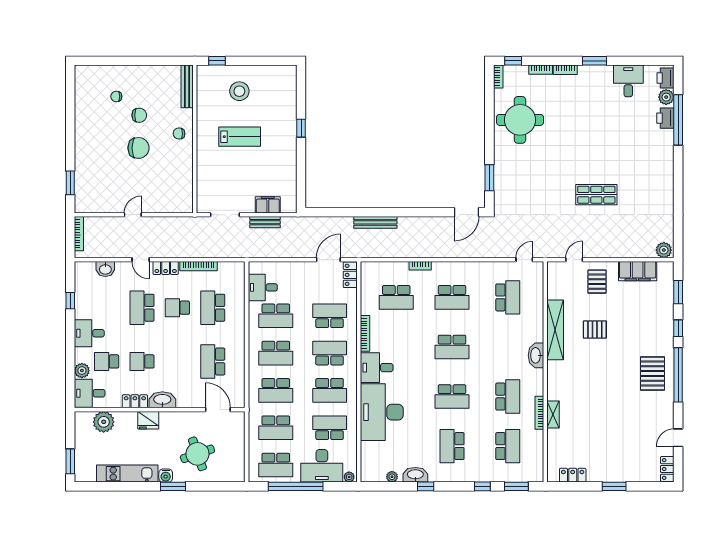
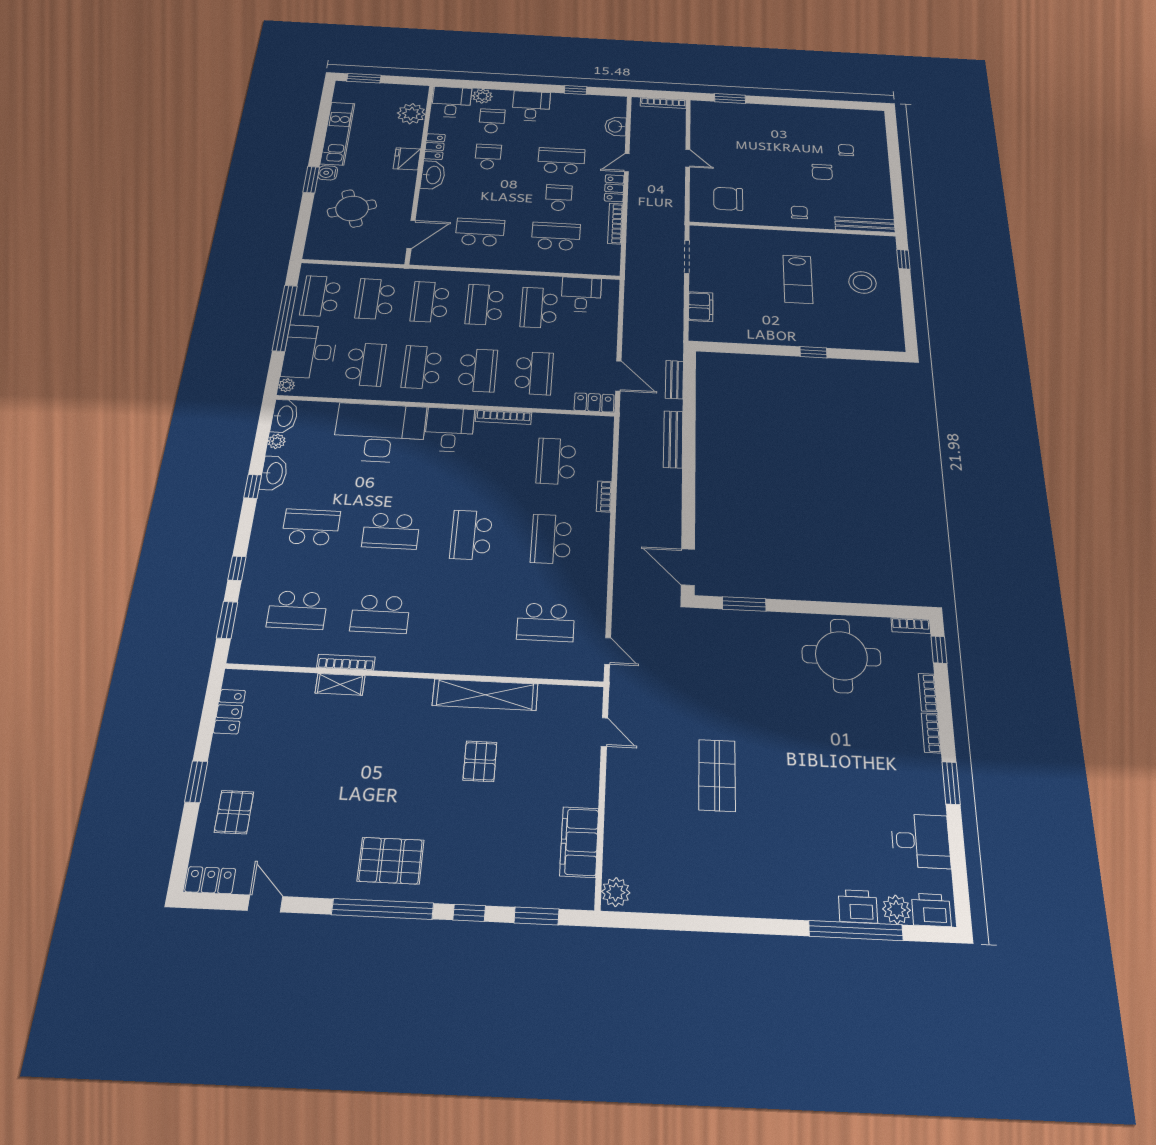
chair: (139, 148) -> (728, 199), moved, turned 90
bench: (265, 222) -> (674, 380), moved
pallet: (597, 282) -> (234, 812), moved, turned 90
washbasin: (536, 355) -> (284, 416), moved, turned 90
school desk: (452, 397) -> (391, 531), turned -90

